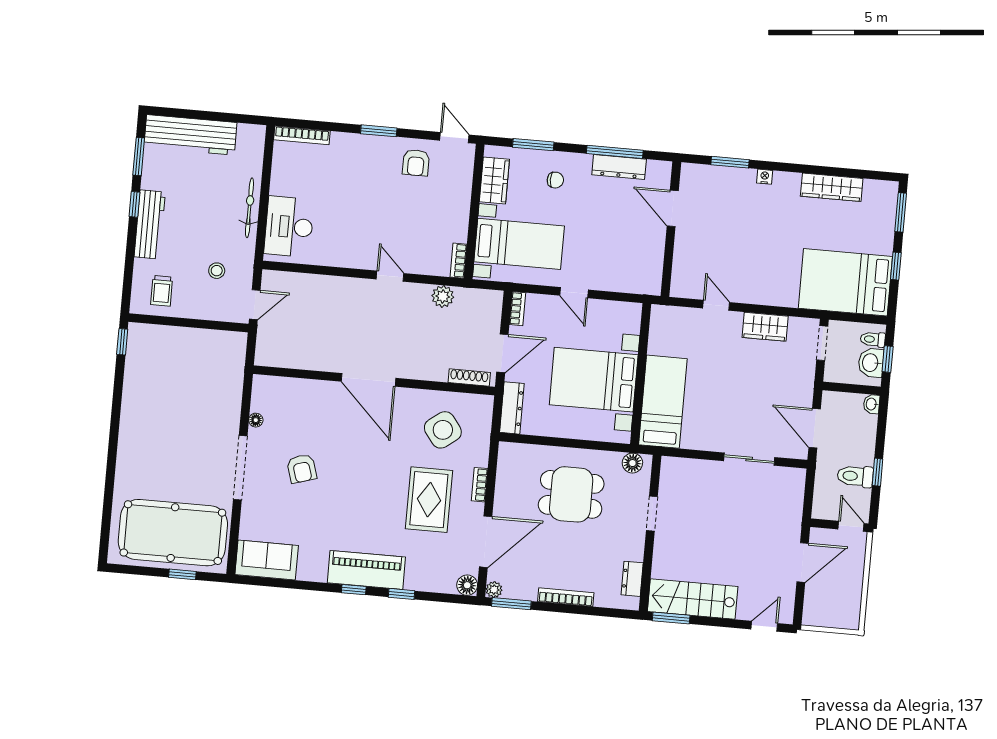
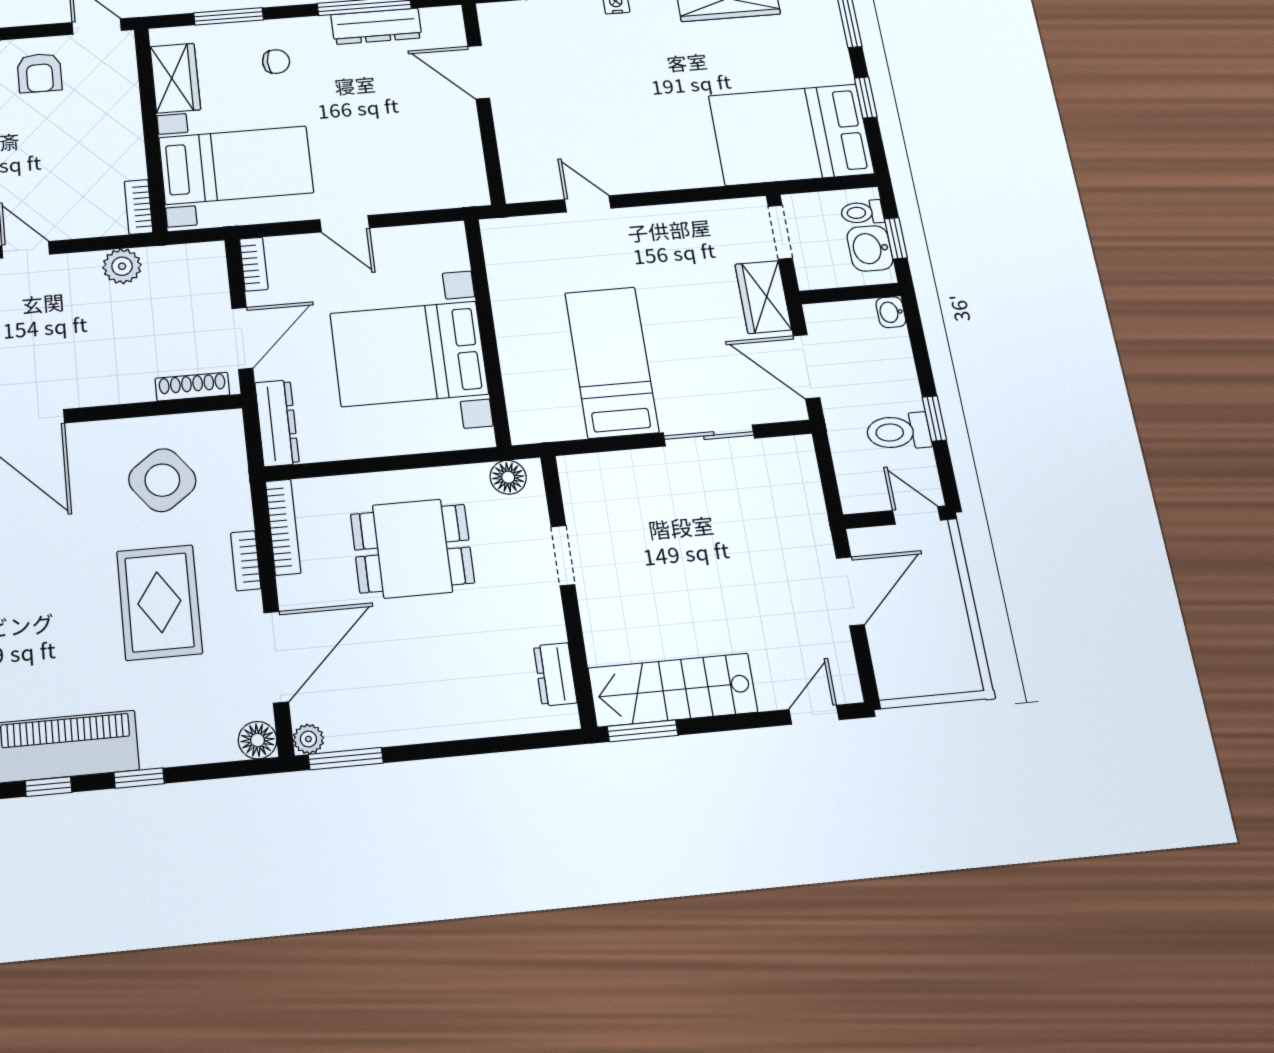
wardrobe: (765, 327) -> (763, 297), moved, turned 90
bed: (663, 402) -> (612, 362), moved
bookcase: (566, 597) -> (283, 527), moved, turned 90

